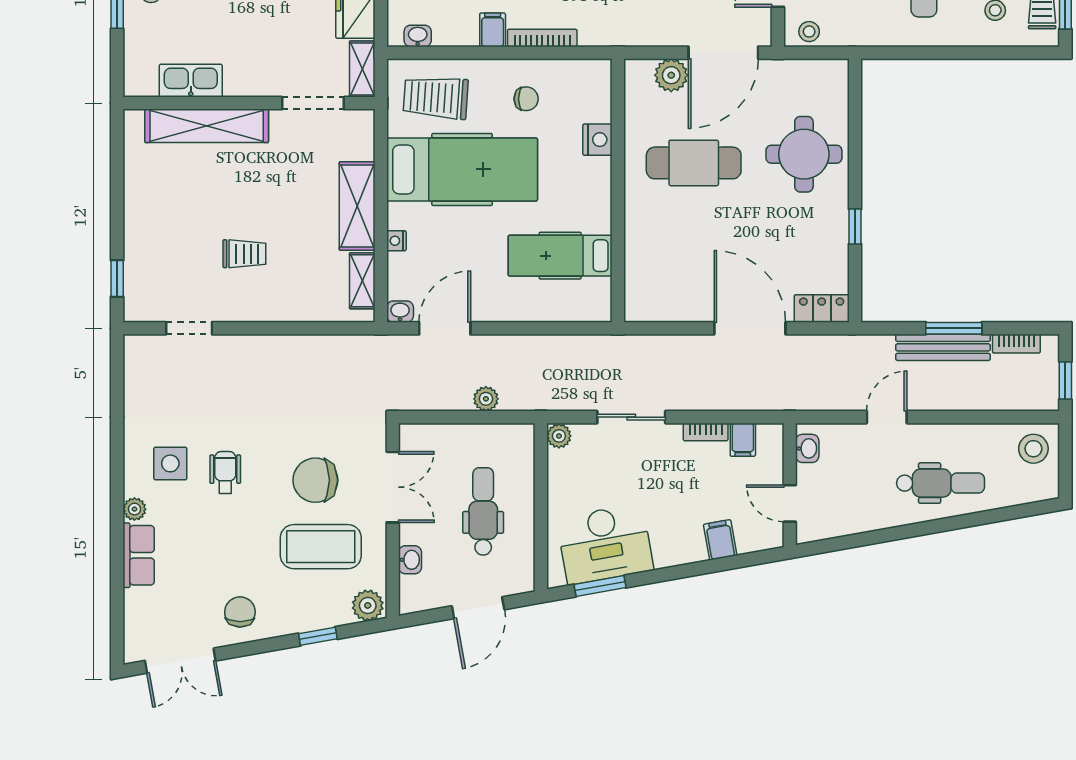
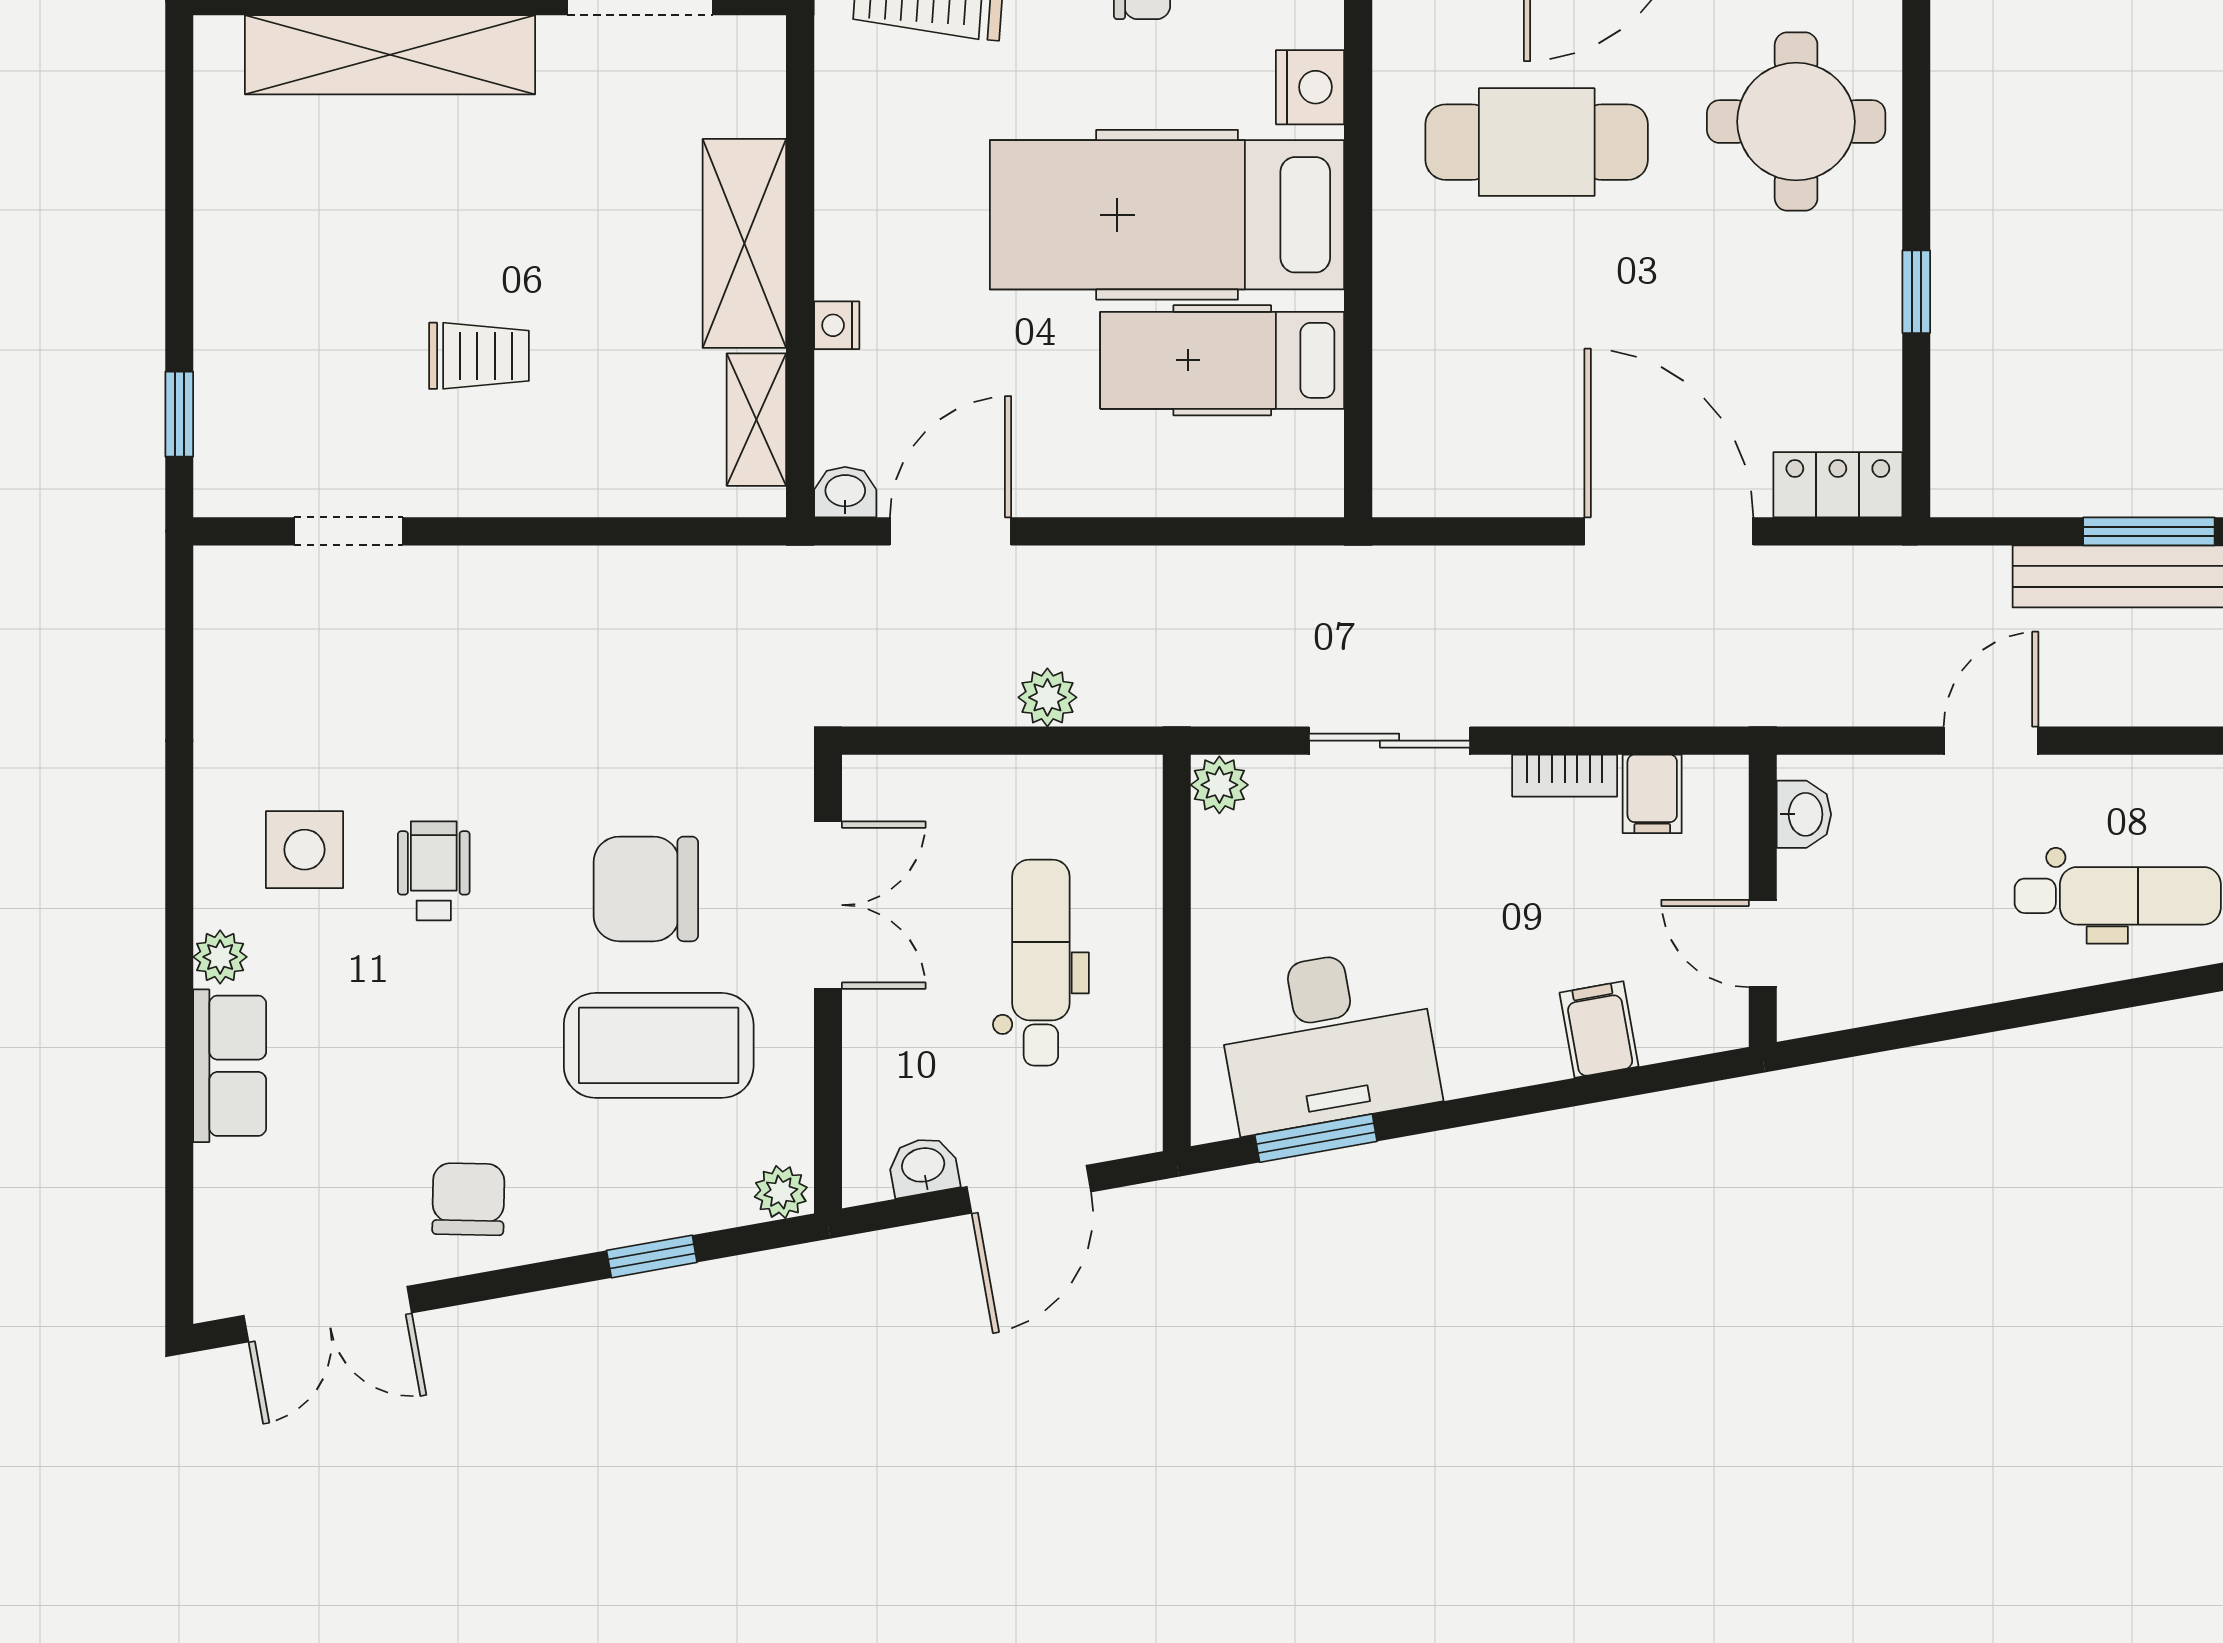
hospital bed: (462, 169) -> (1167, 215), moved, turned 180
washbasin: (410, 560) -> (923, 1167), moved, turned -100
plant: (368, 605) -> (781, 1192), width x0.73, depth x0.73

